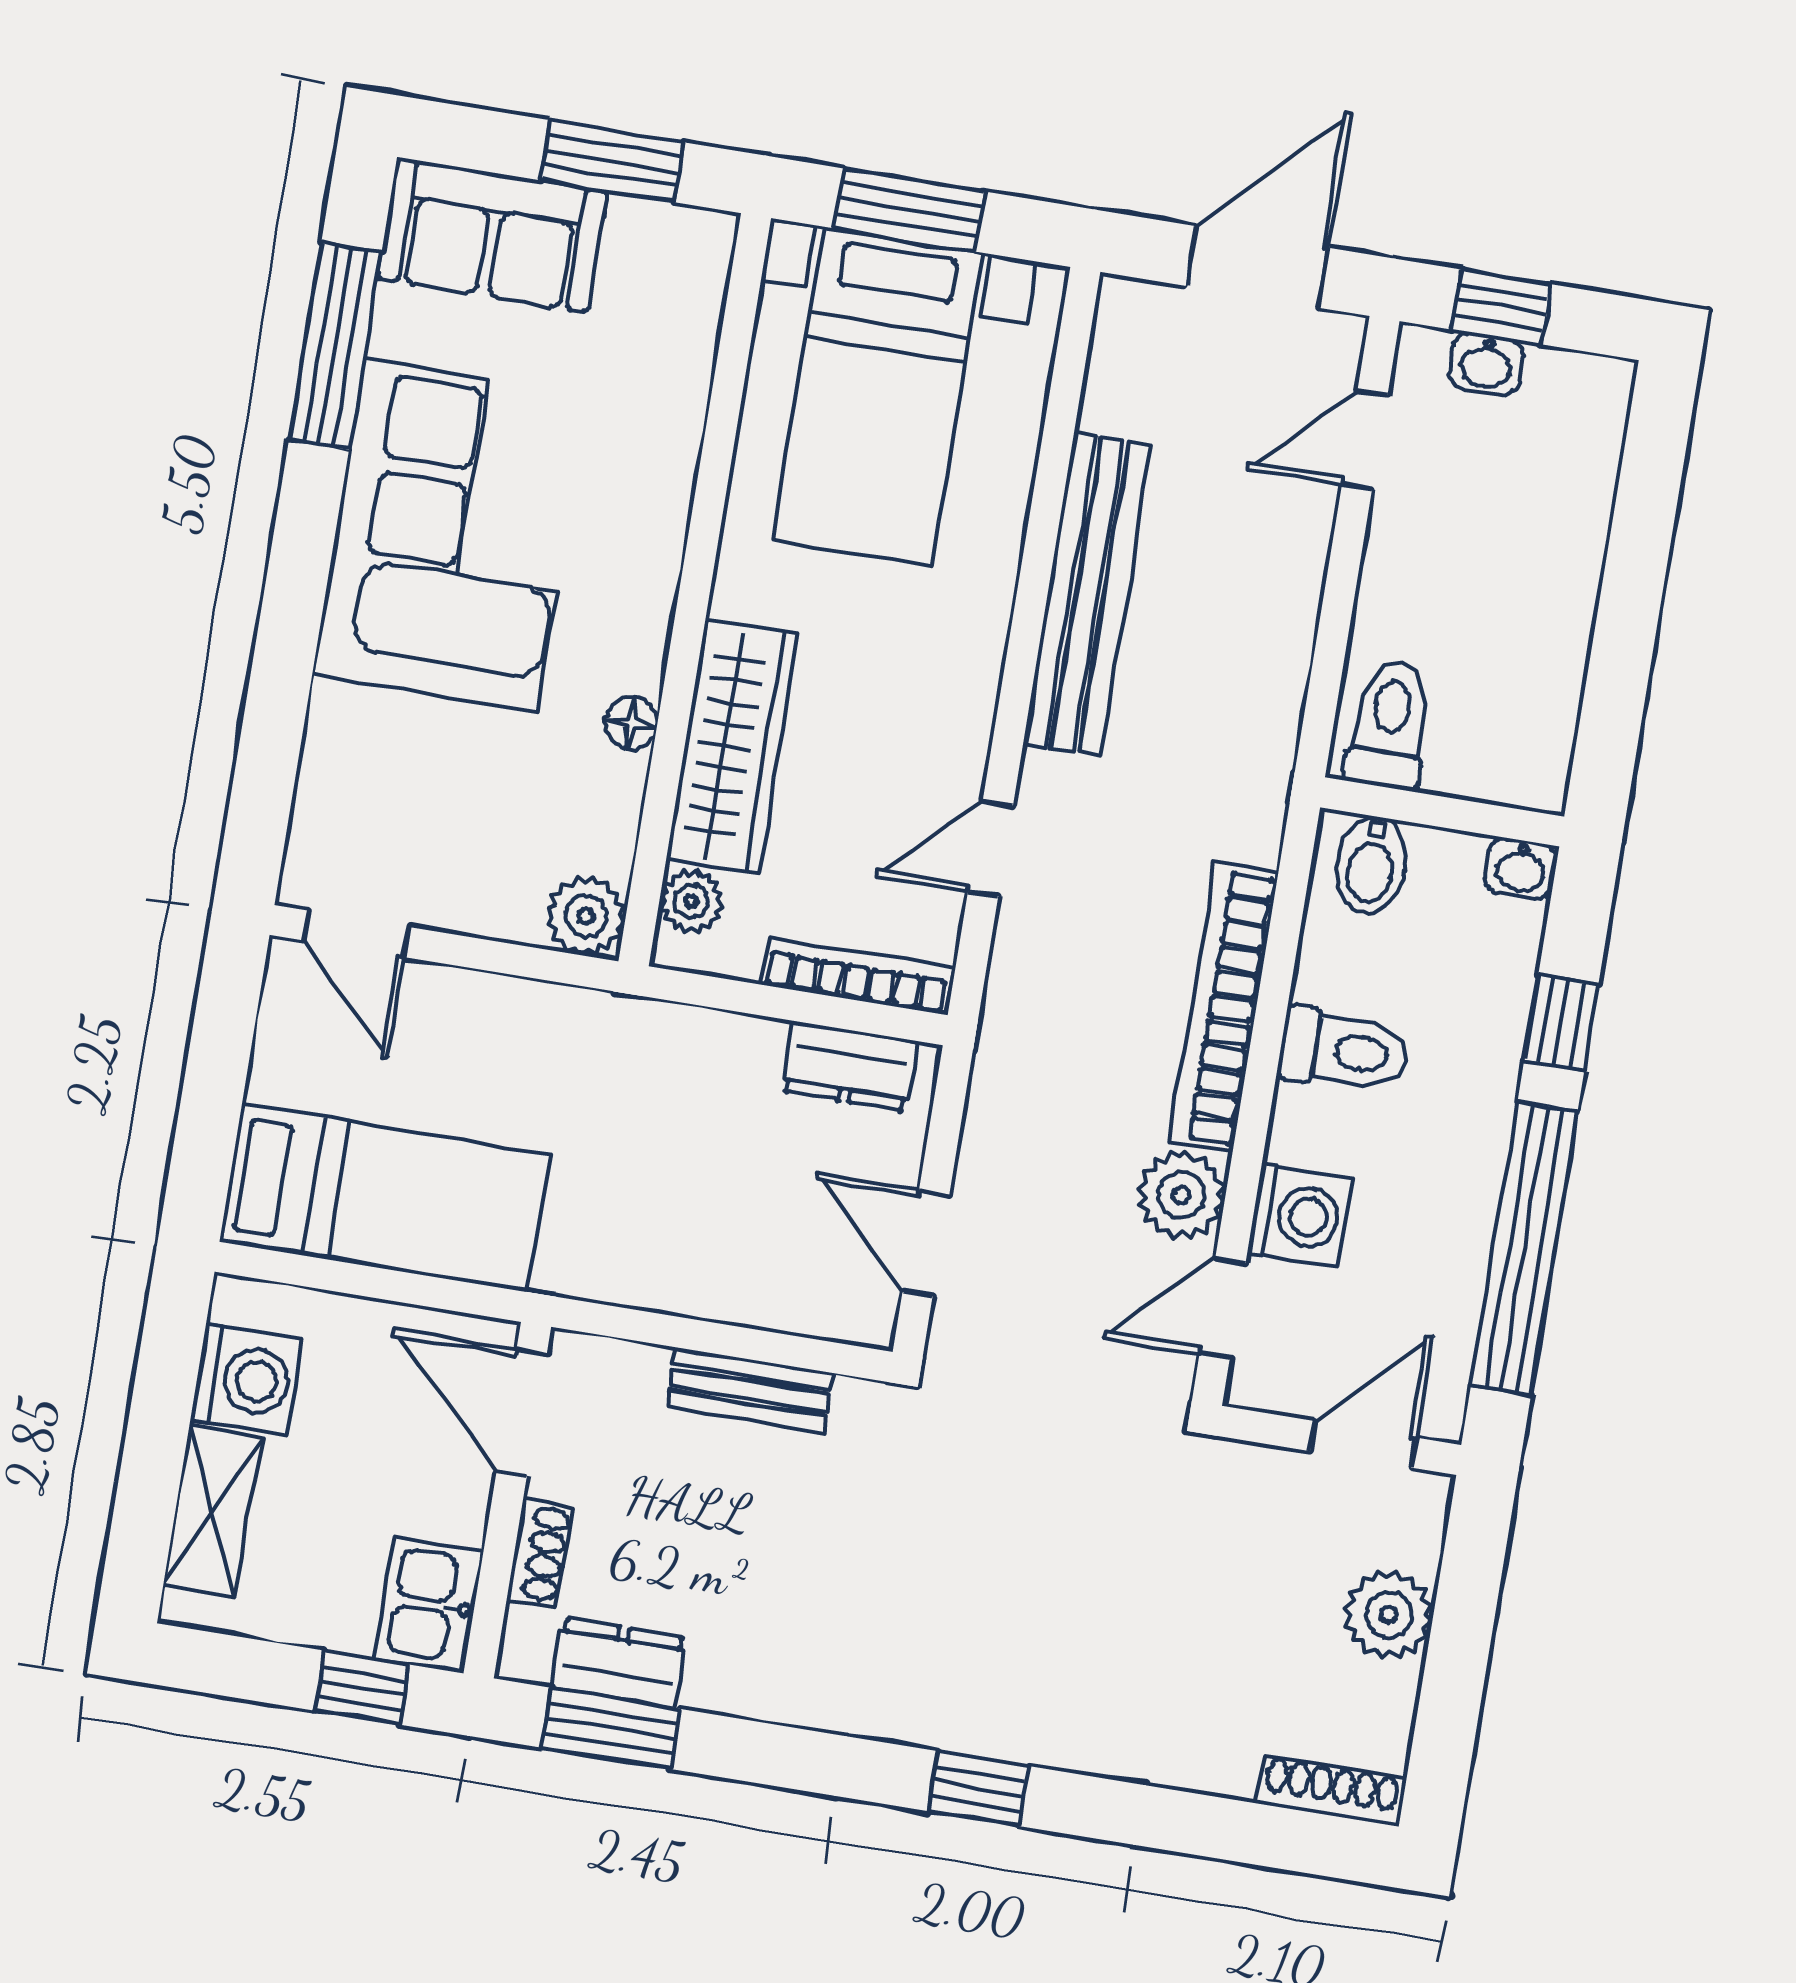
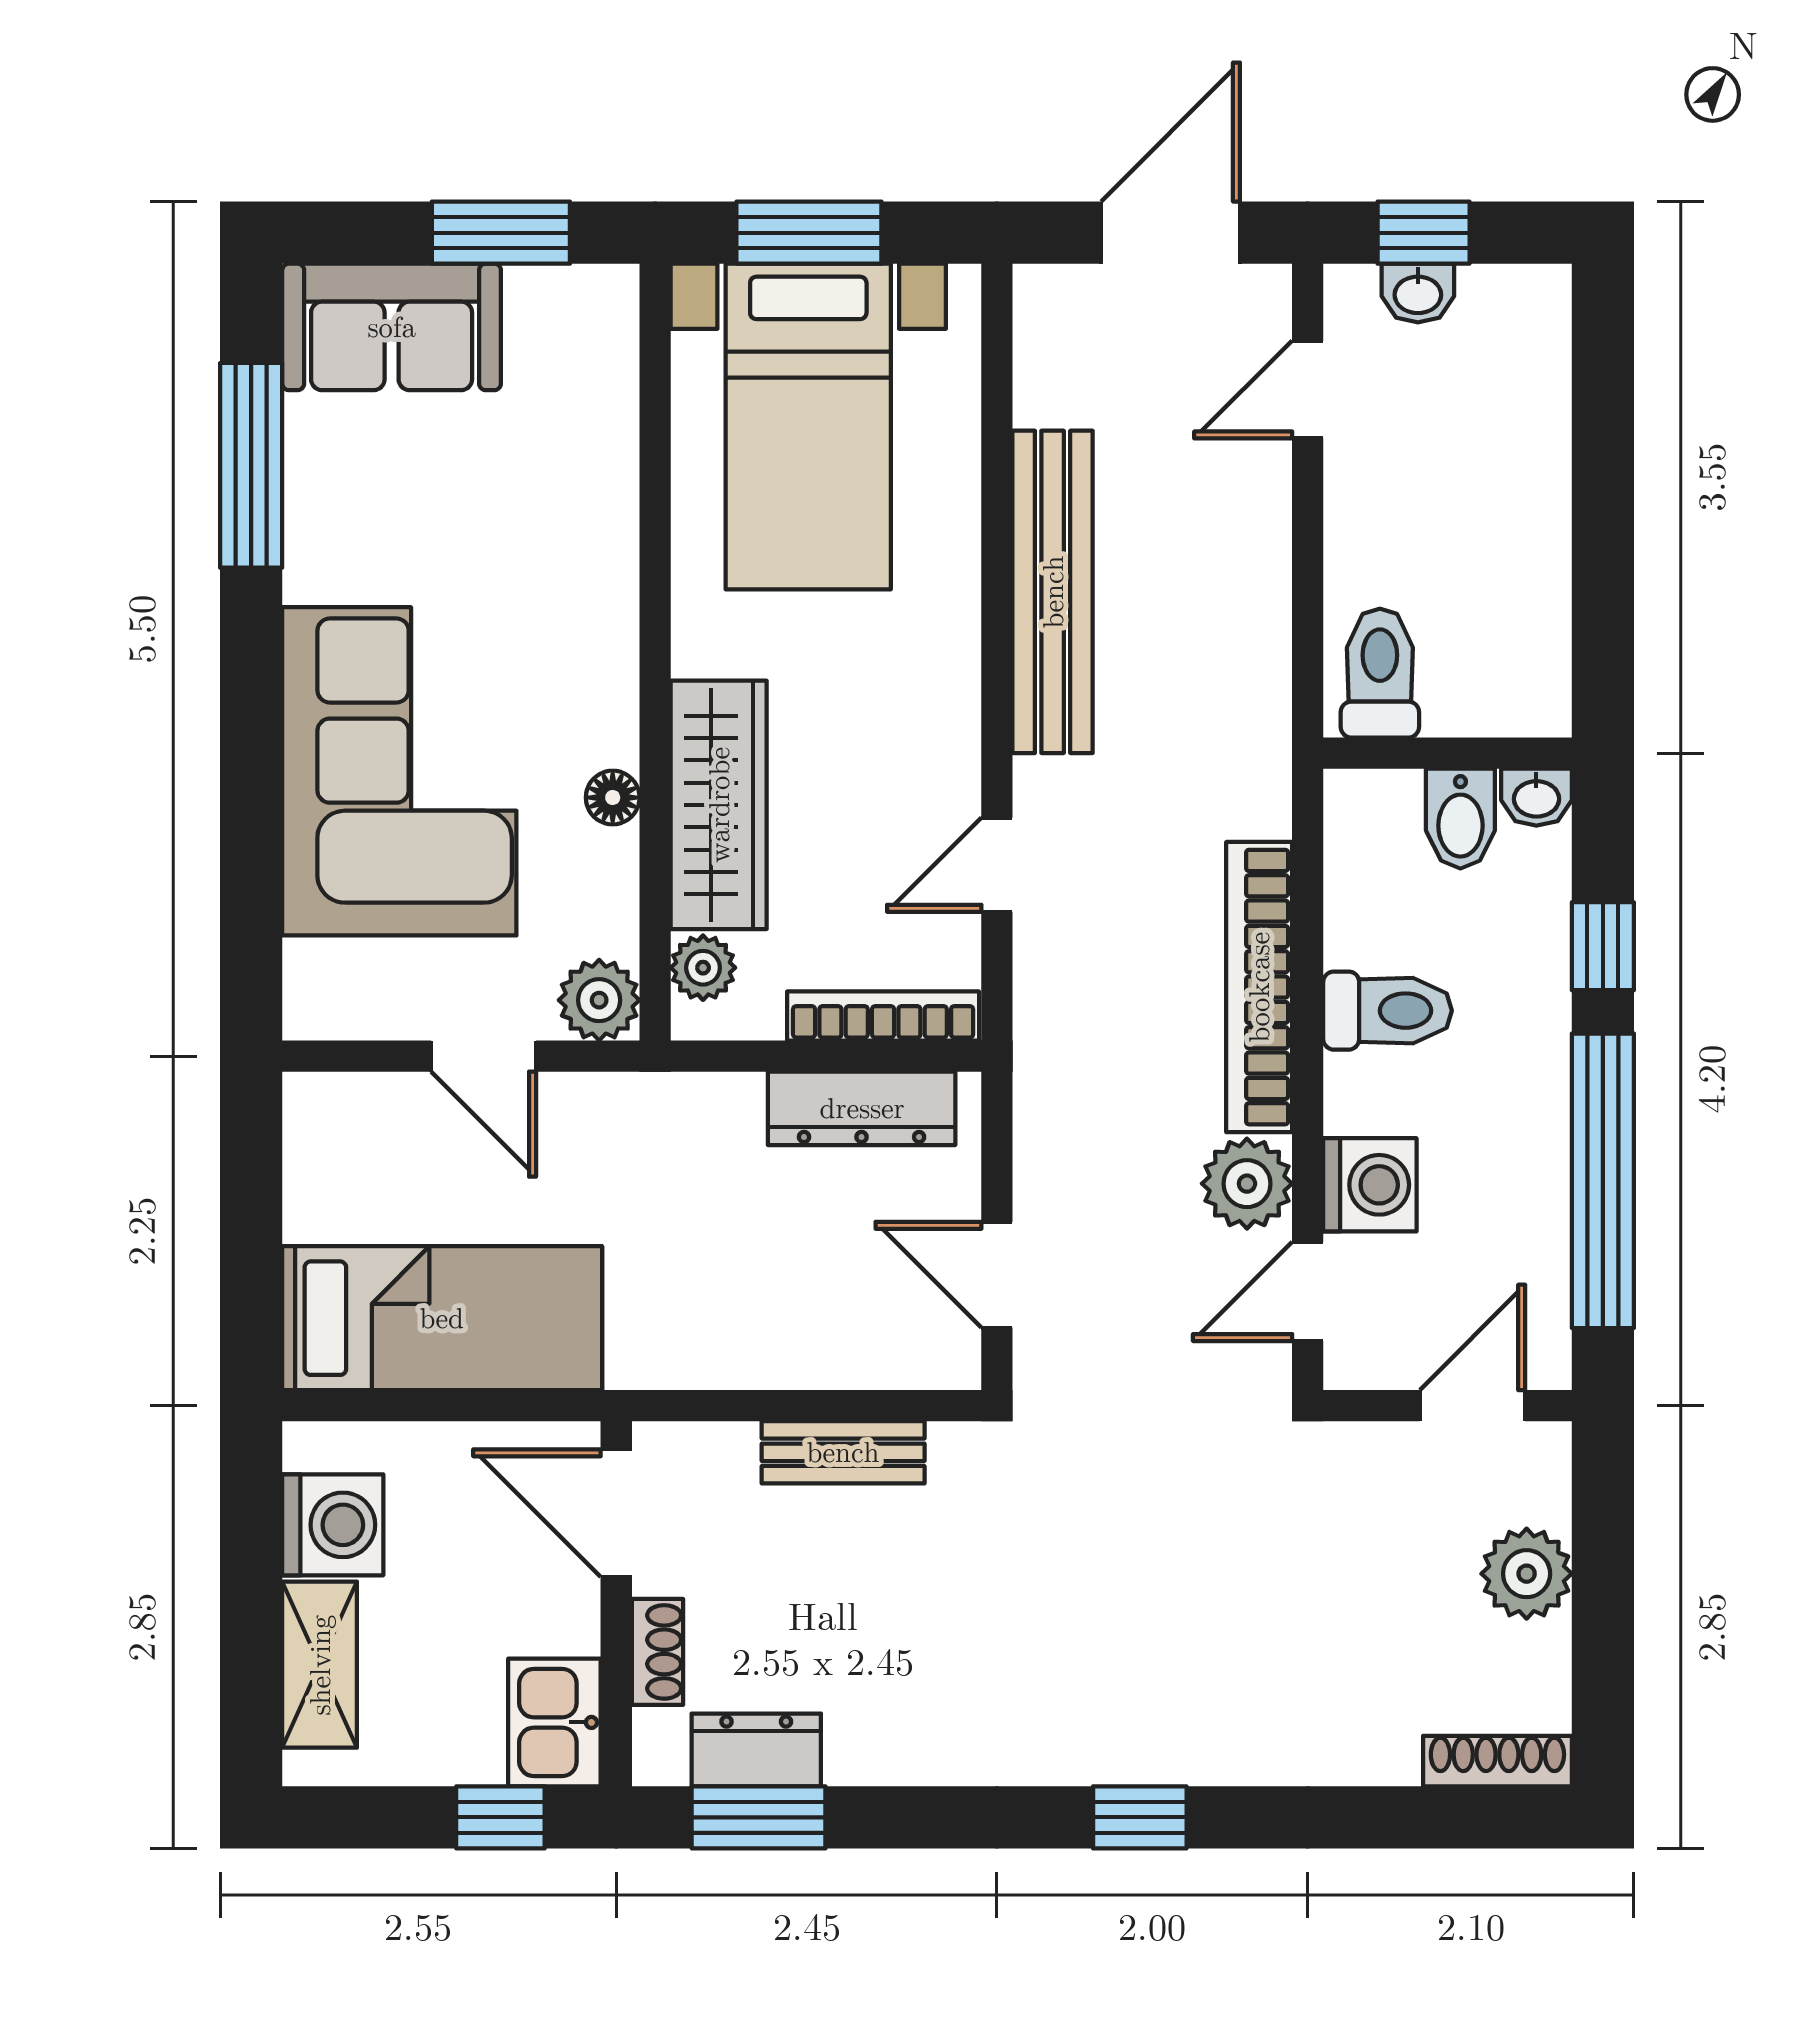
corner sofa: (451, 535) -> (399, 771), moved
bidet: (1371, 865) -> (1460, 819), moved
door: (356, 934) -> (484, 1056), moved
dresser: (849, 1066) -> (862, 1108), width x1.44

